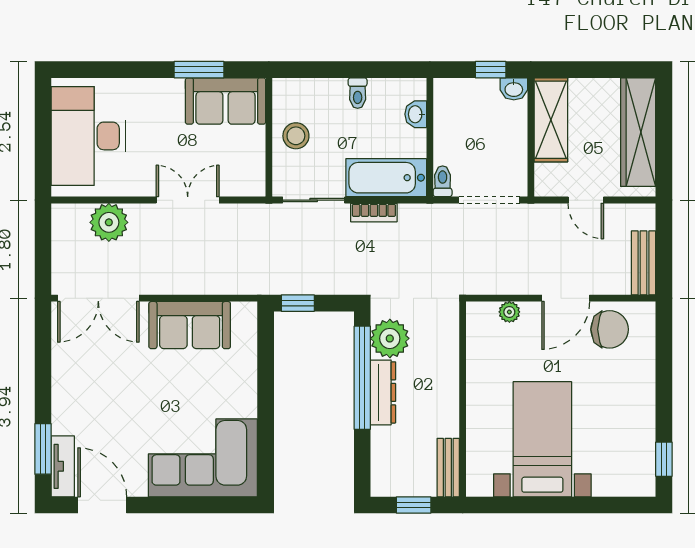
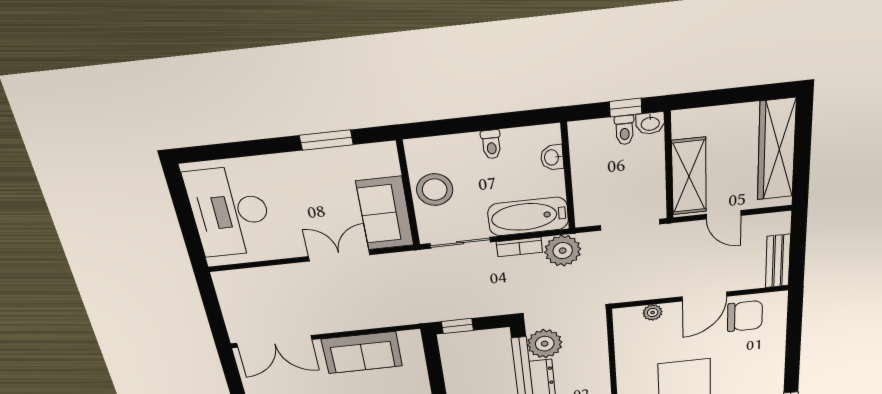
sofa: (226, 101) -> (385, 213), moved, turned 90
shelving: (551, 120) -> (689, 176), moved
stool: (296, 136) -> (435, 190), width x1.38, depth x1.38
toilet: (443, 181) -> (624, 130), moved, turned 180
plant: (109, 222) -> (563, 251), moved

